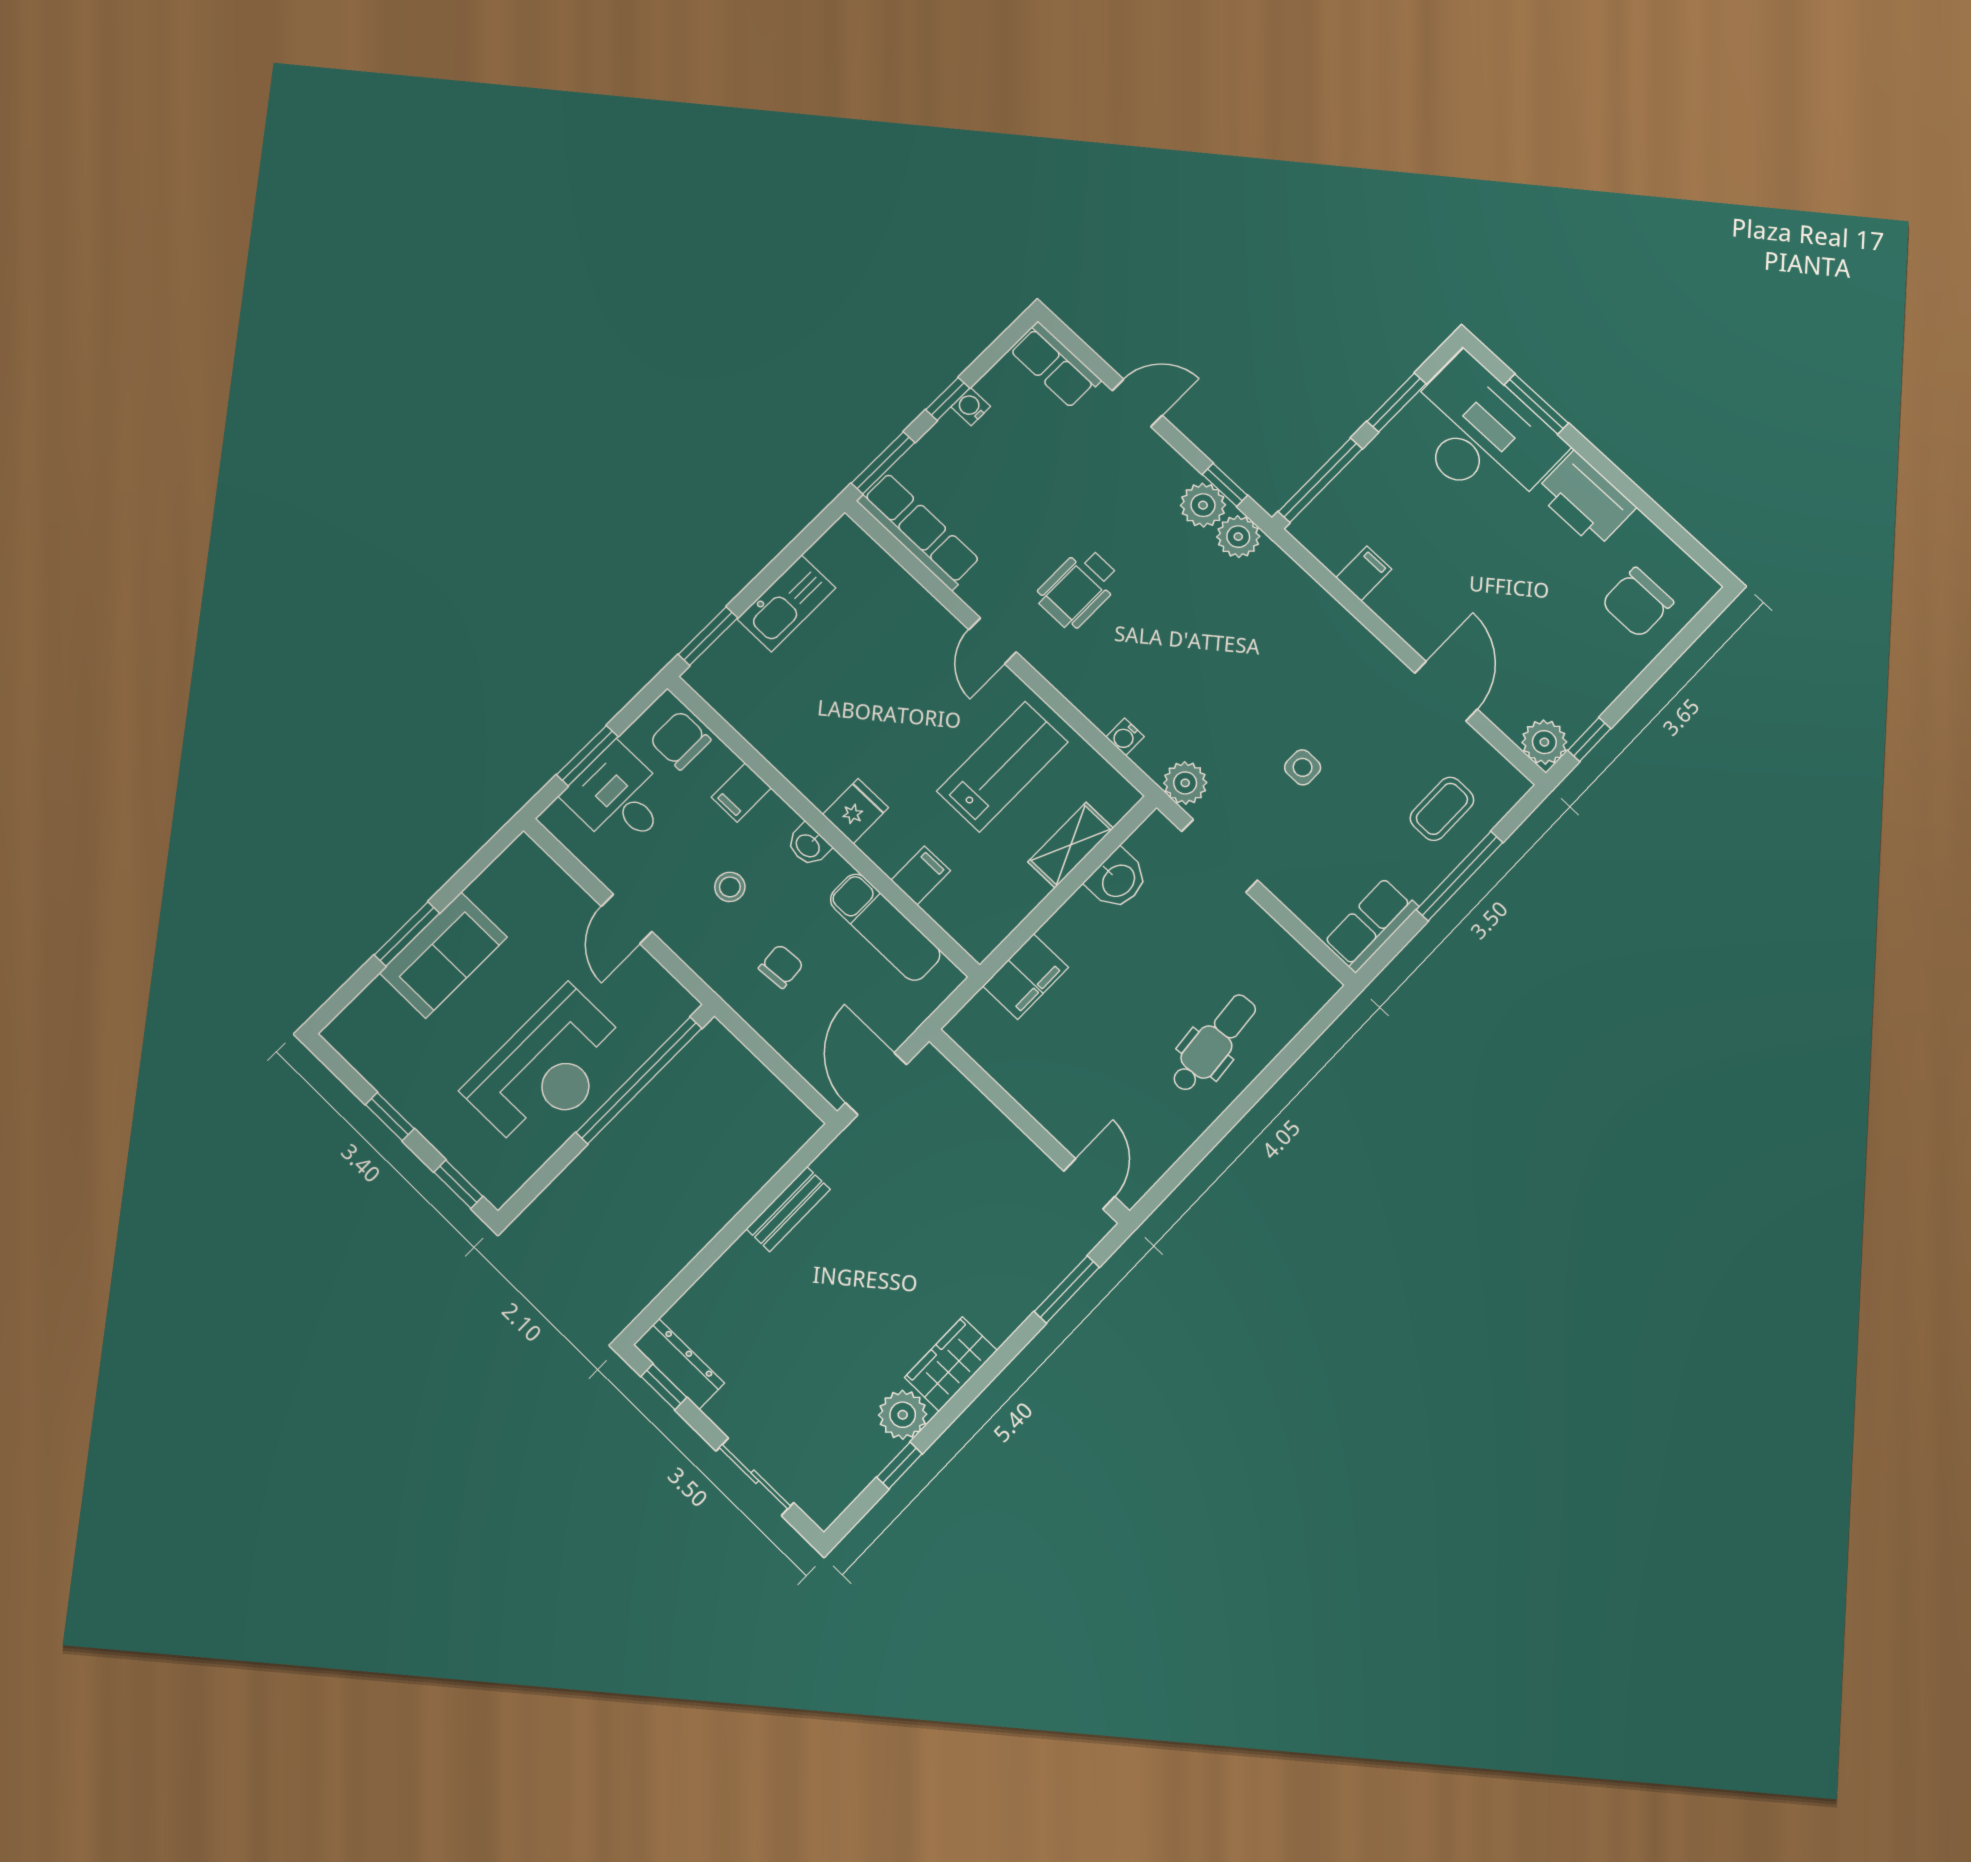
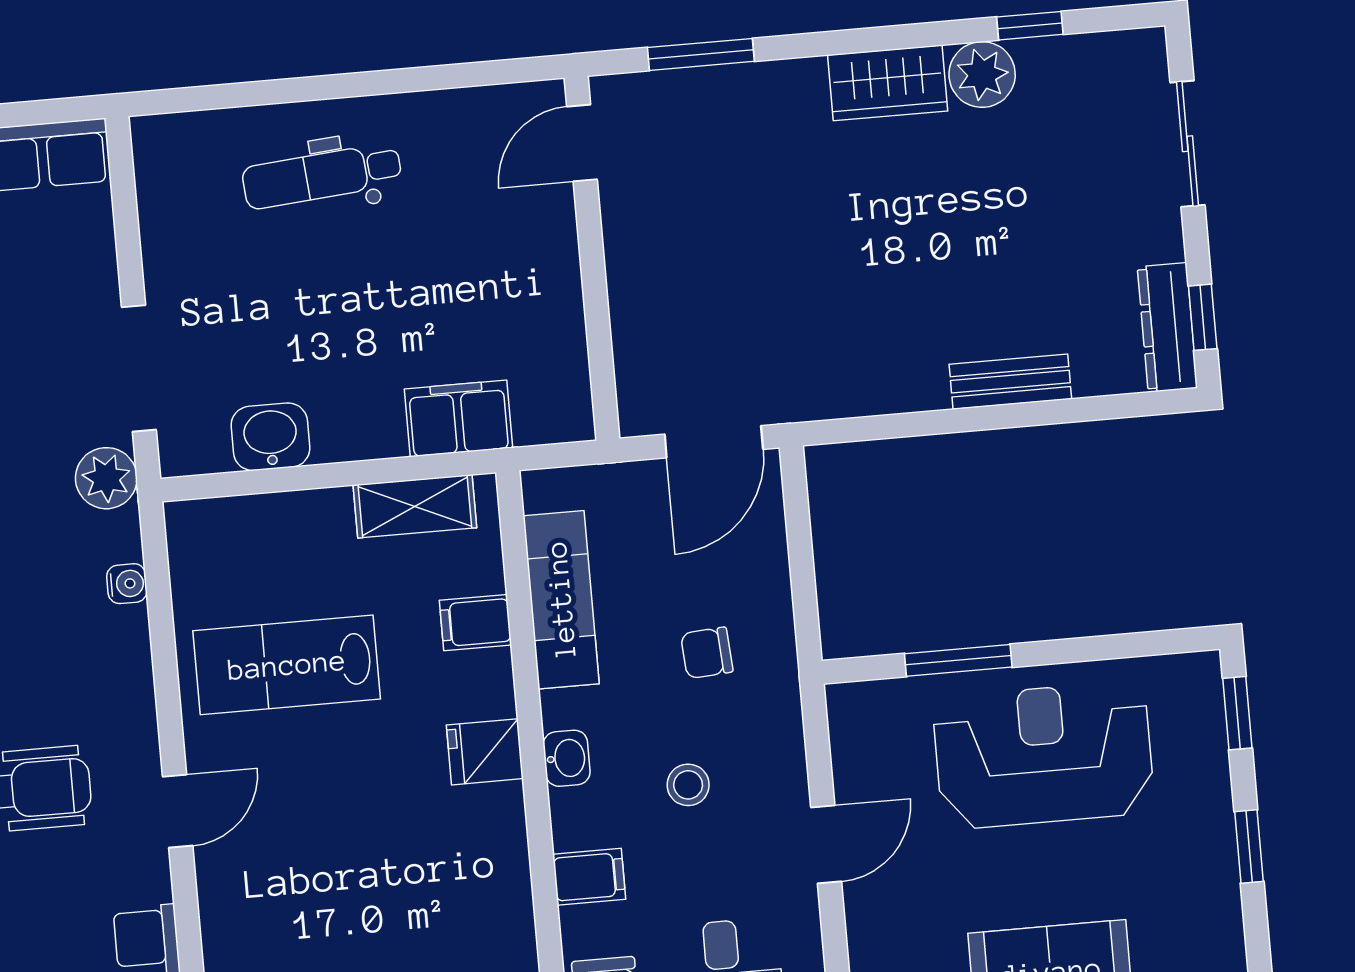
shelving: (1071, 845) -> (415, 506), moved
window: (639, 1080) -> (958, 660), width x0.47
bench: (788, 1209) -> (1010, 382), moved

